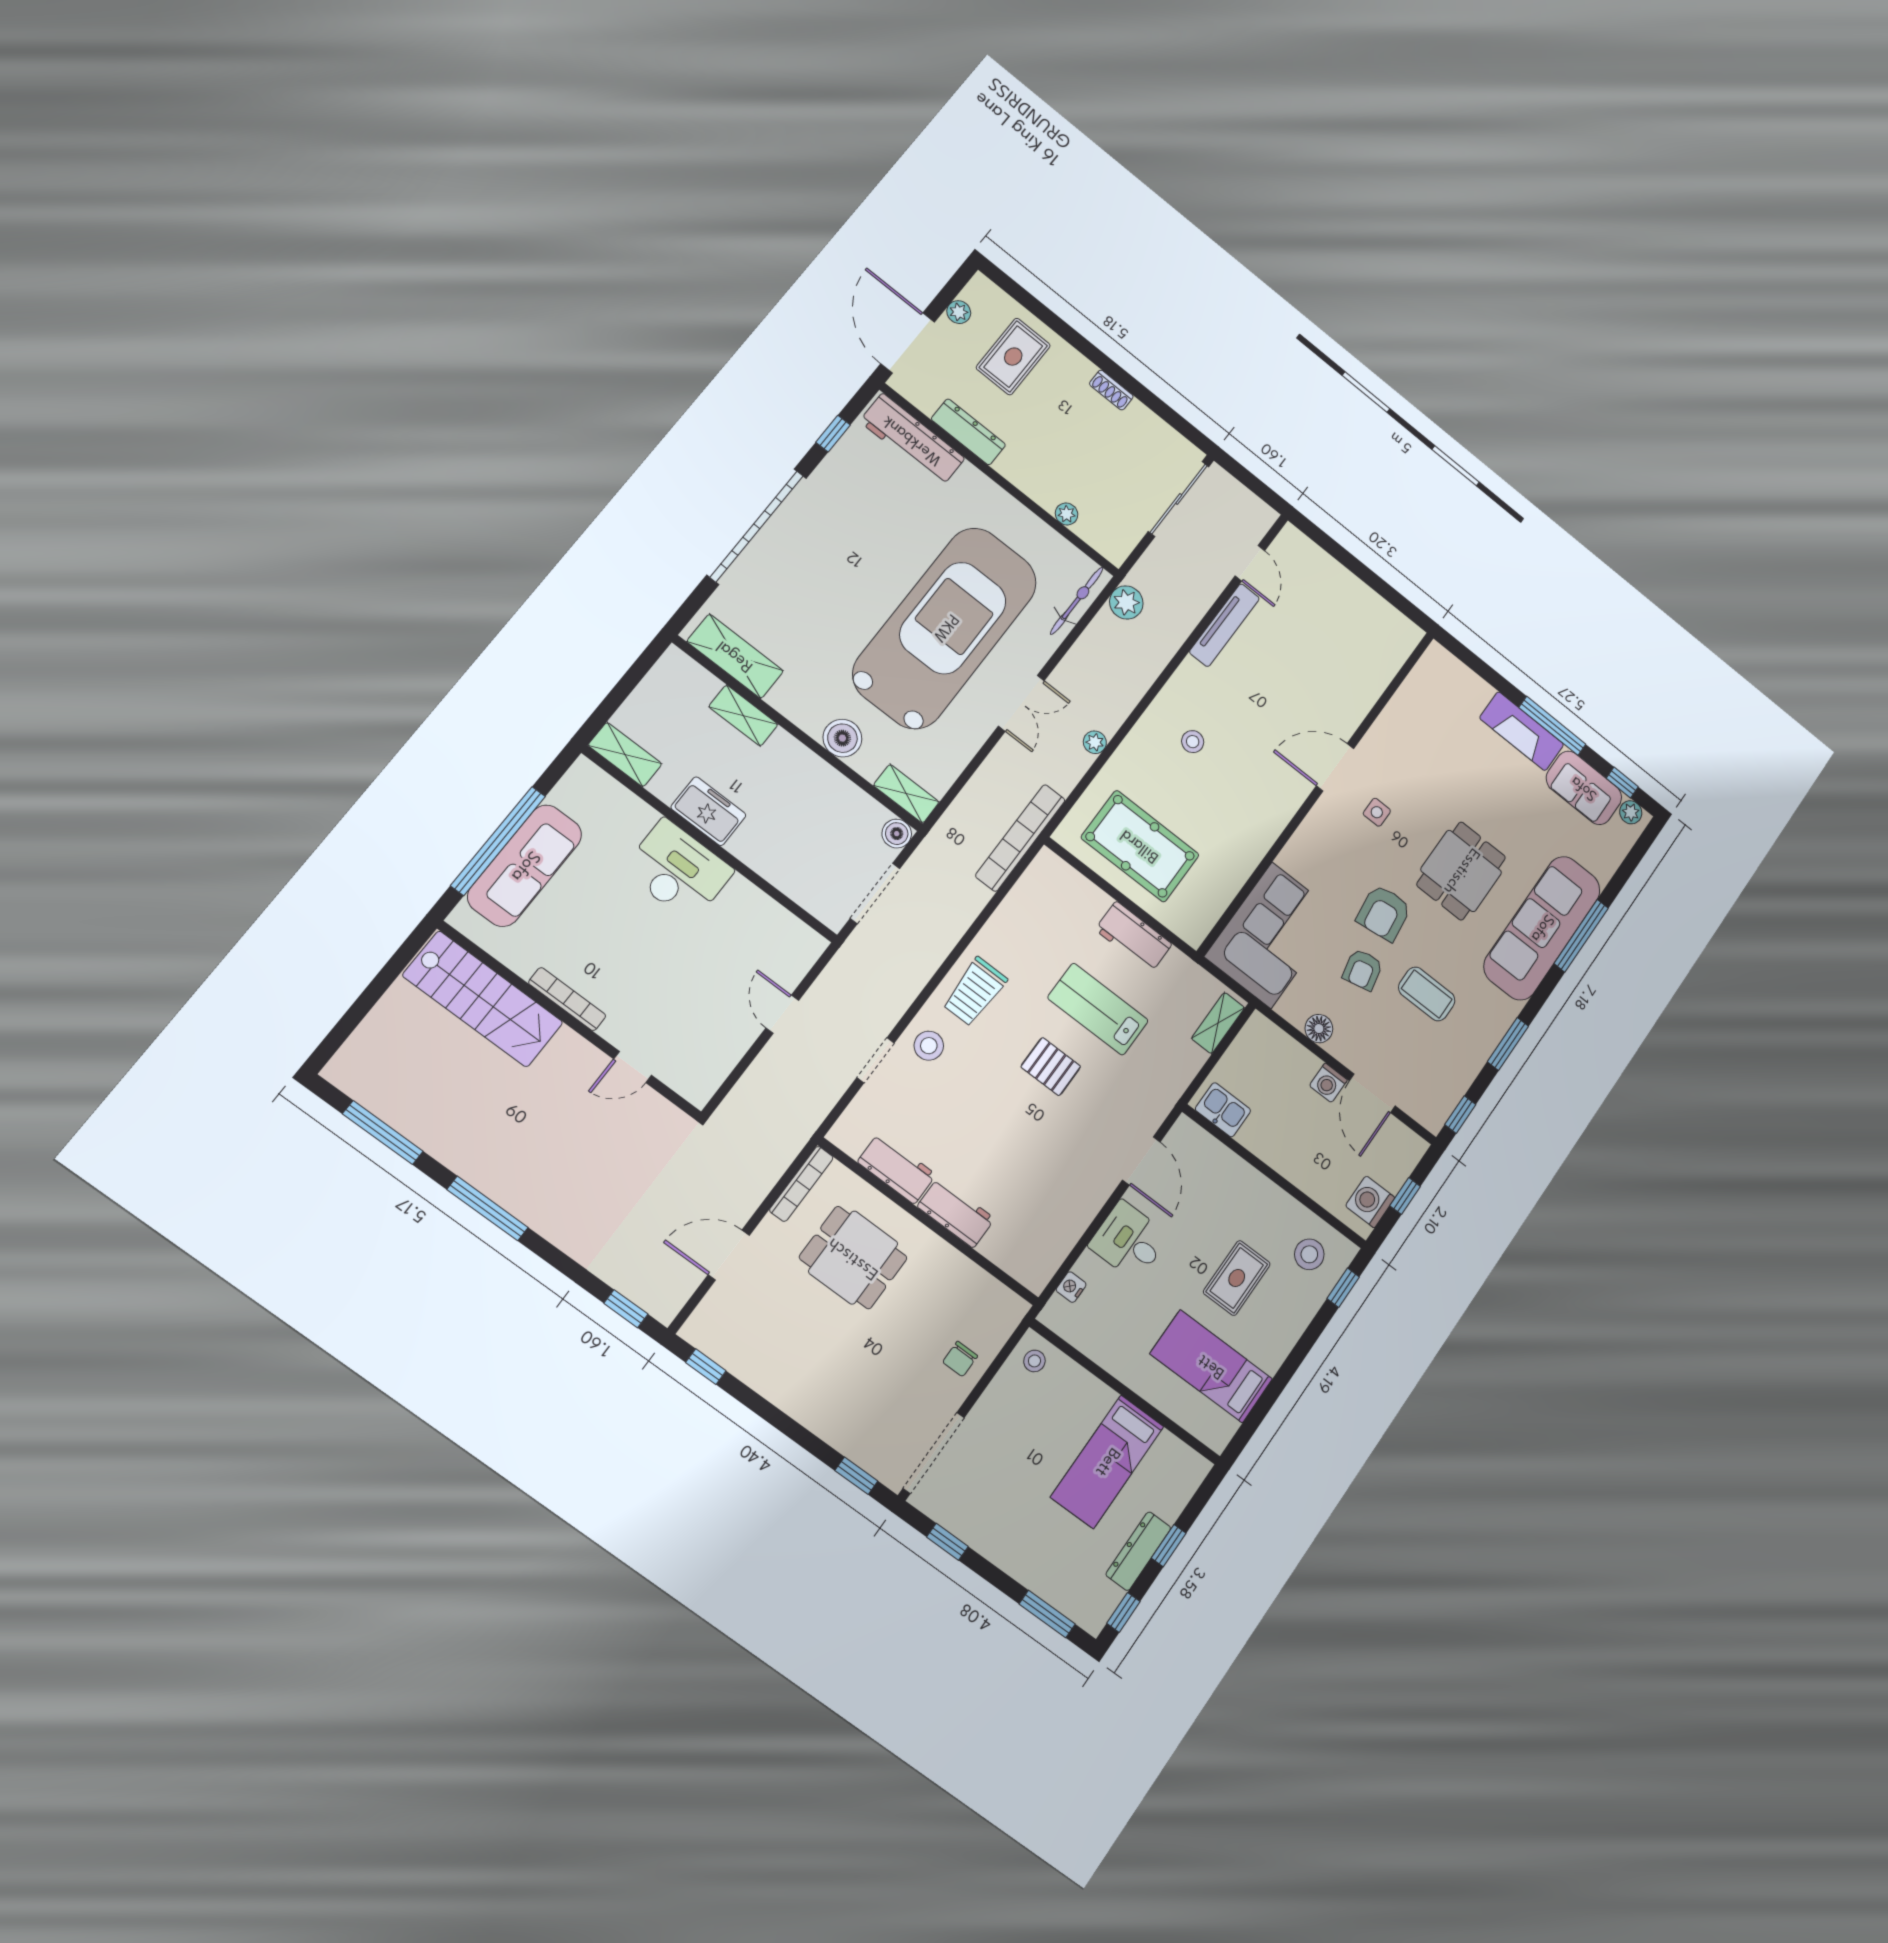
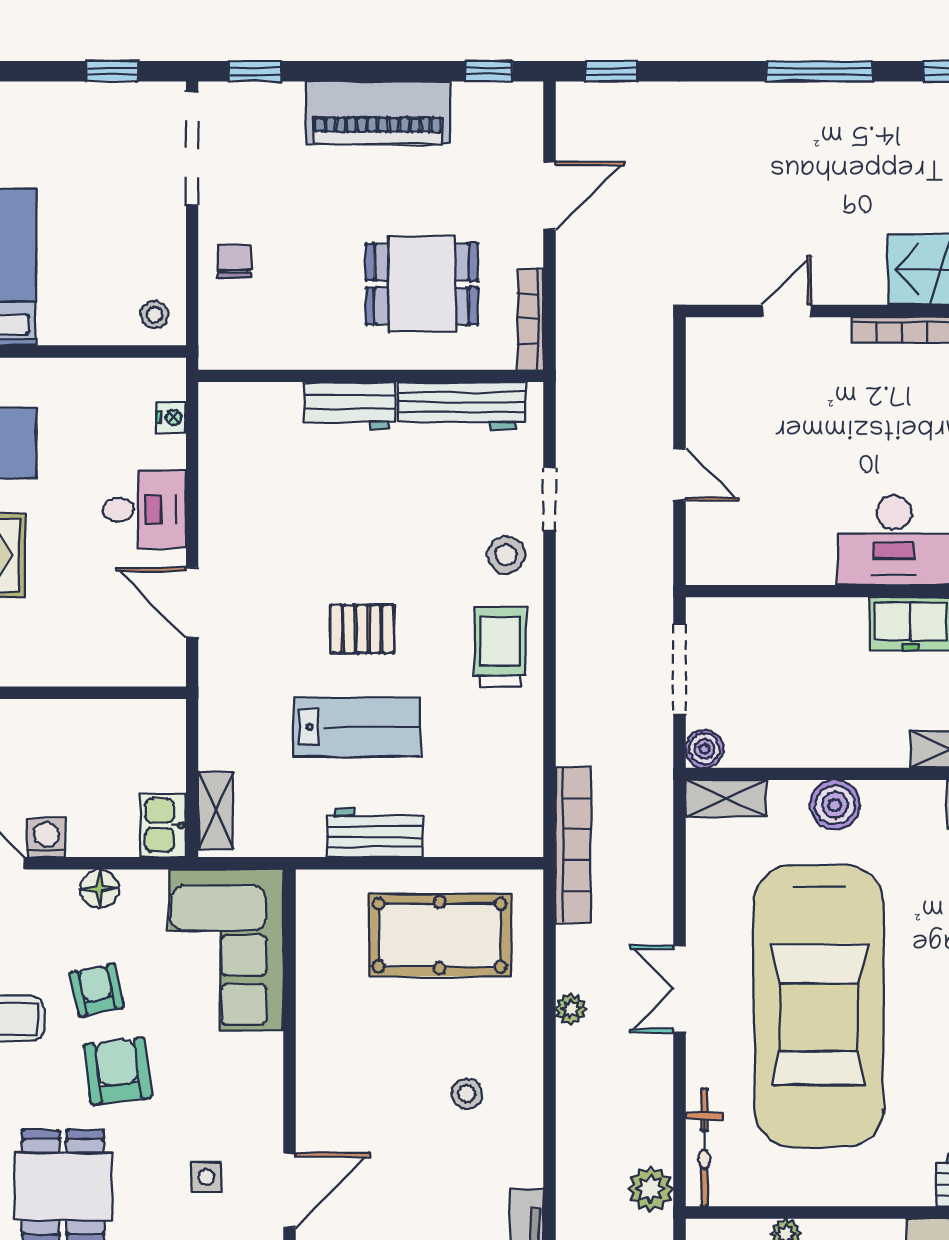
kitchen sink: (1223, 1110) -> (163, 825), moved, turned 90
workbench: (897, 1168) -> (462, 406), width x1.37
piano: (798, 1391) -> (378, 113), added

